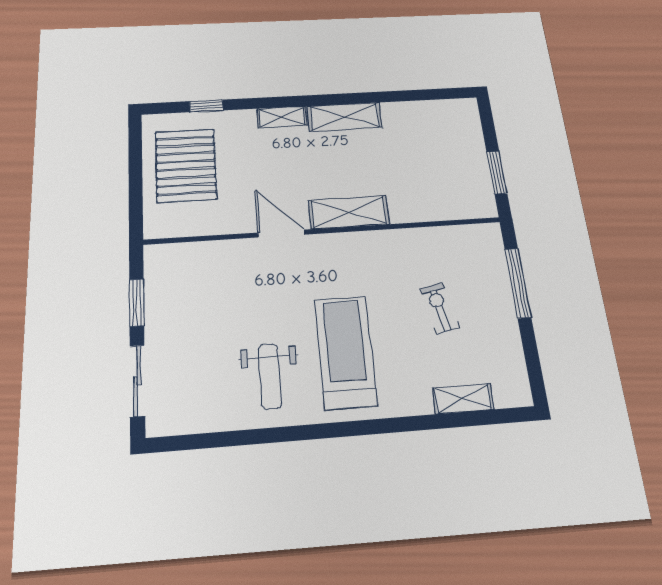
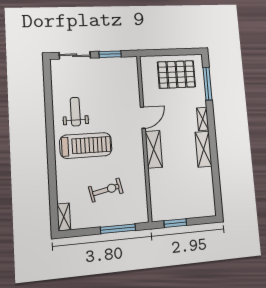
window: (206, 106) -> (207, 84), width x2.17
exercise bike: (440, 308) -> (106, 190), width x1.38, depth x1.39
weight bench: (270, 376) -> (75, 112), turned 90
shelving: (463, 399) -> (64, 217), moved

